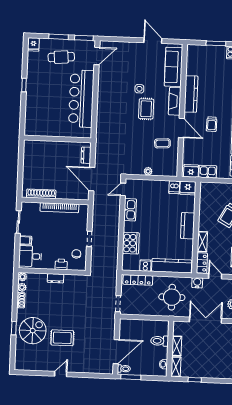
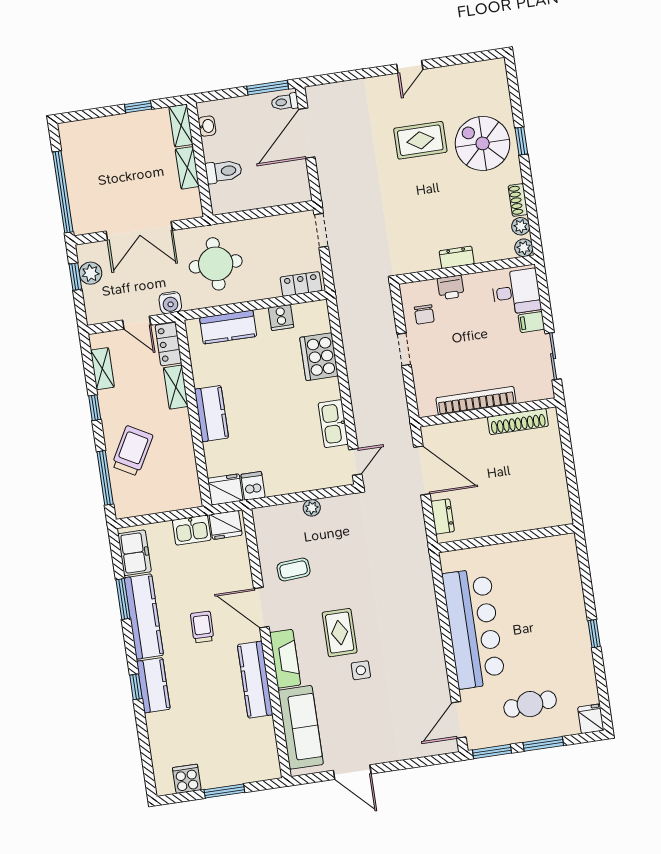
kitchen counter: (172, 266) -> (228, 327), width x0.67
locker: (138, 280) -> (301, 284), width x0.66
spiral stairs: (33, 331) -> (483, 143), turned 90

